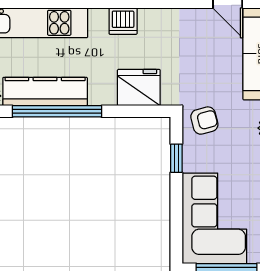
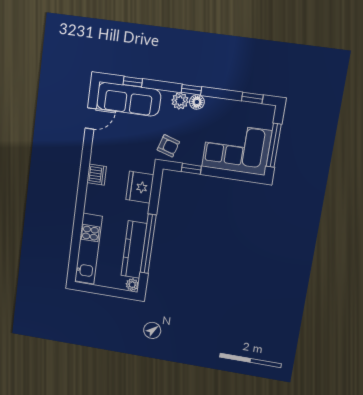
dishwasher: (123, 21) -> (97, 175), moved
armchair: (204, 121) -> (168, 146), turned 122

